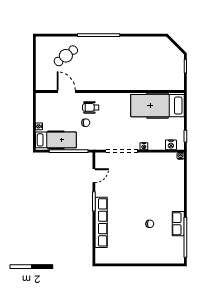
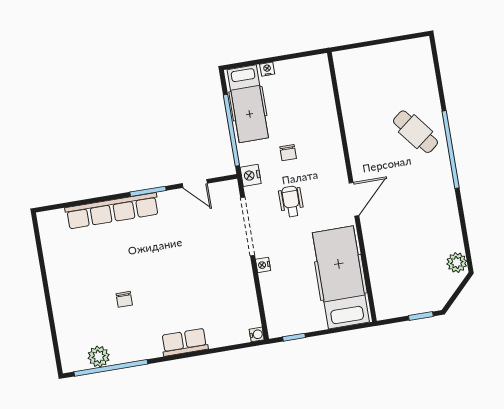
plant: (160, 42) -> (457, 263), added
cafe table: (66, 56) -> (415, 132), moved
door: (66, 92) -> (354, 199), moved
wheelchair: (91, 107) -> (291, 201), moved
nightstand: (171, 145) -> (251, 175), moved
row of seats: (178, 224) -> (184, 342), moved
plant: (178, 243) -> (99, 357), added

